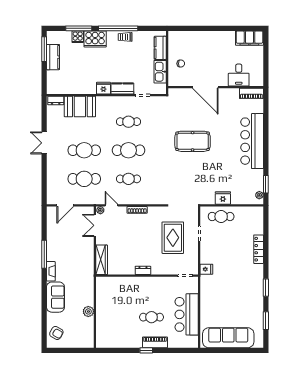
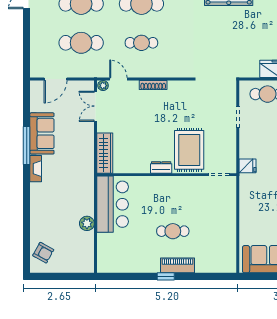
rug: (173, 238) -> (189, 150), moved
sofa: (55, 297) -> (42, 133), moved
bar counter: (187, 314) -> (113, 204), moved, turned 180

